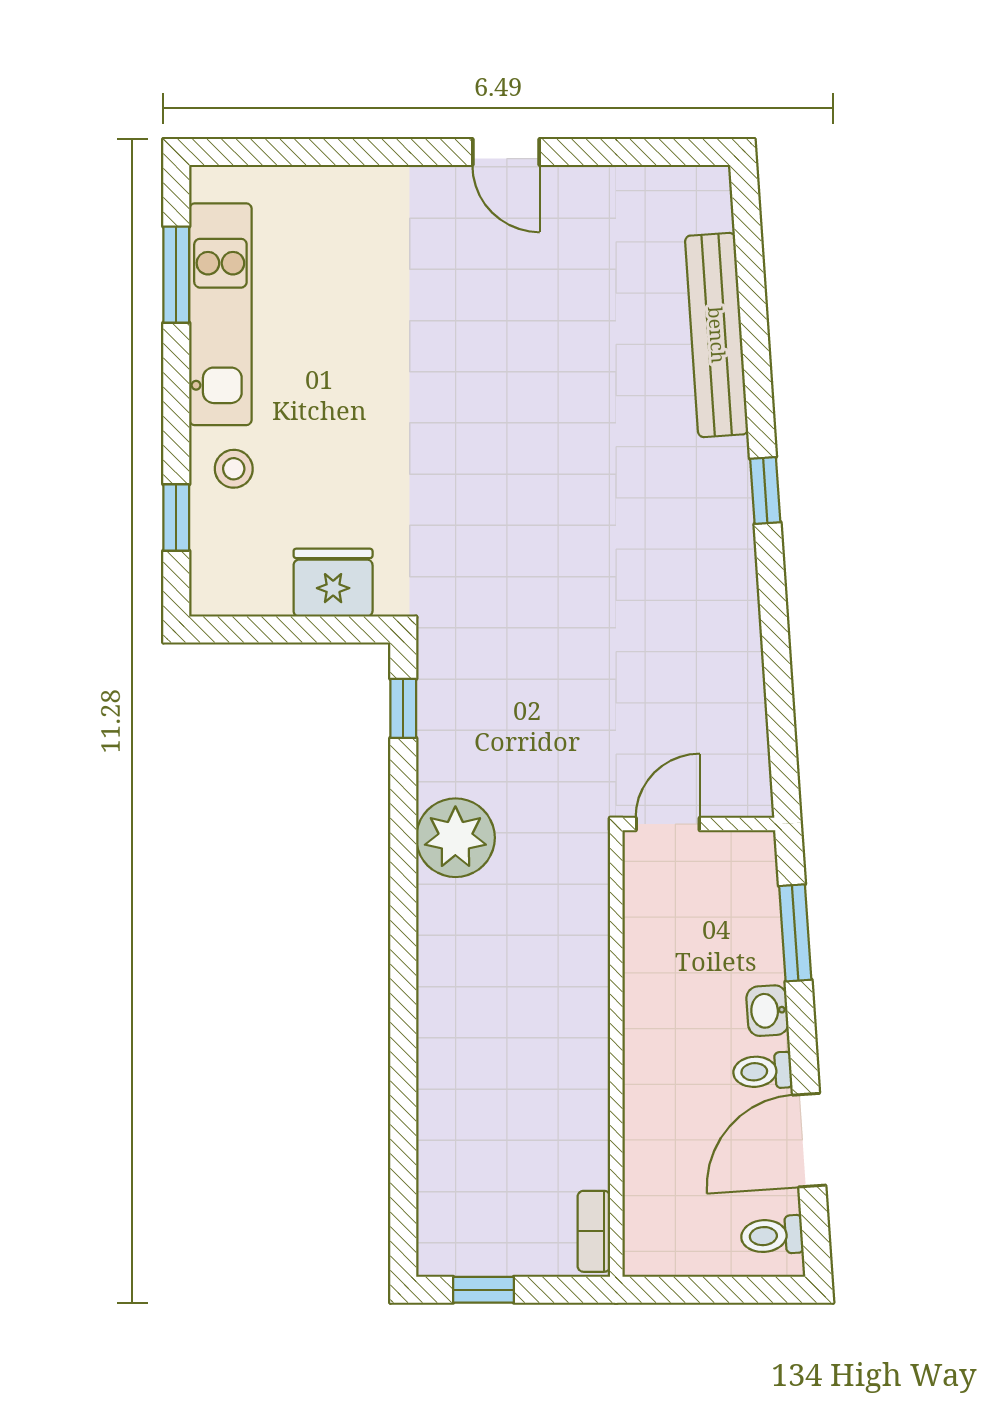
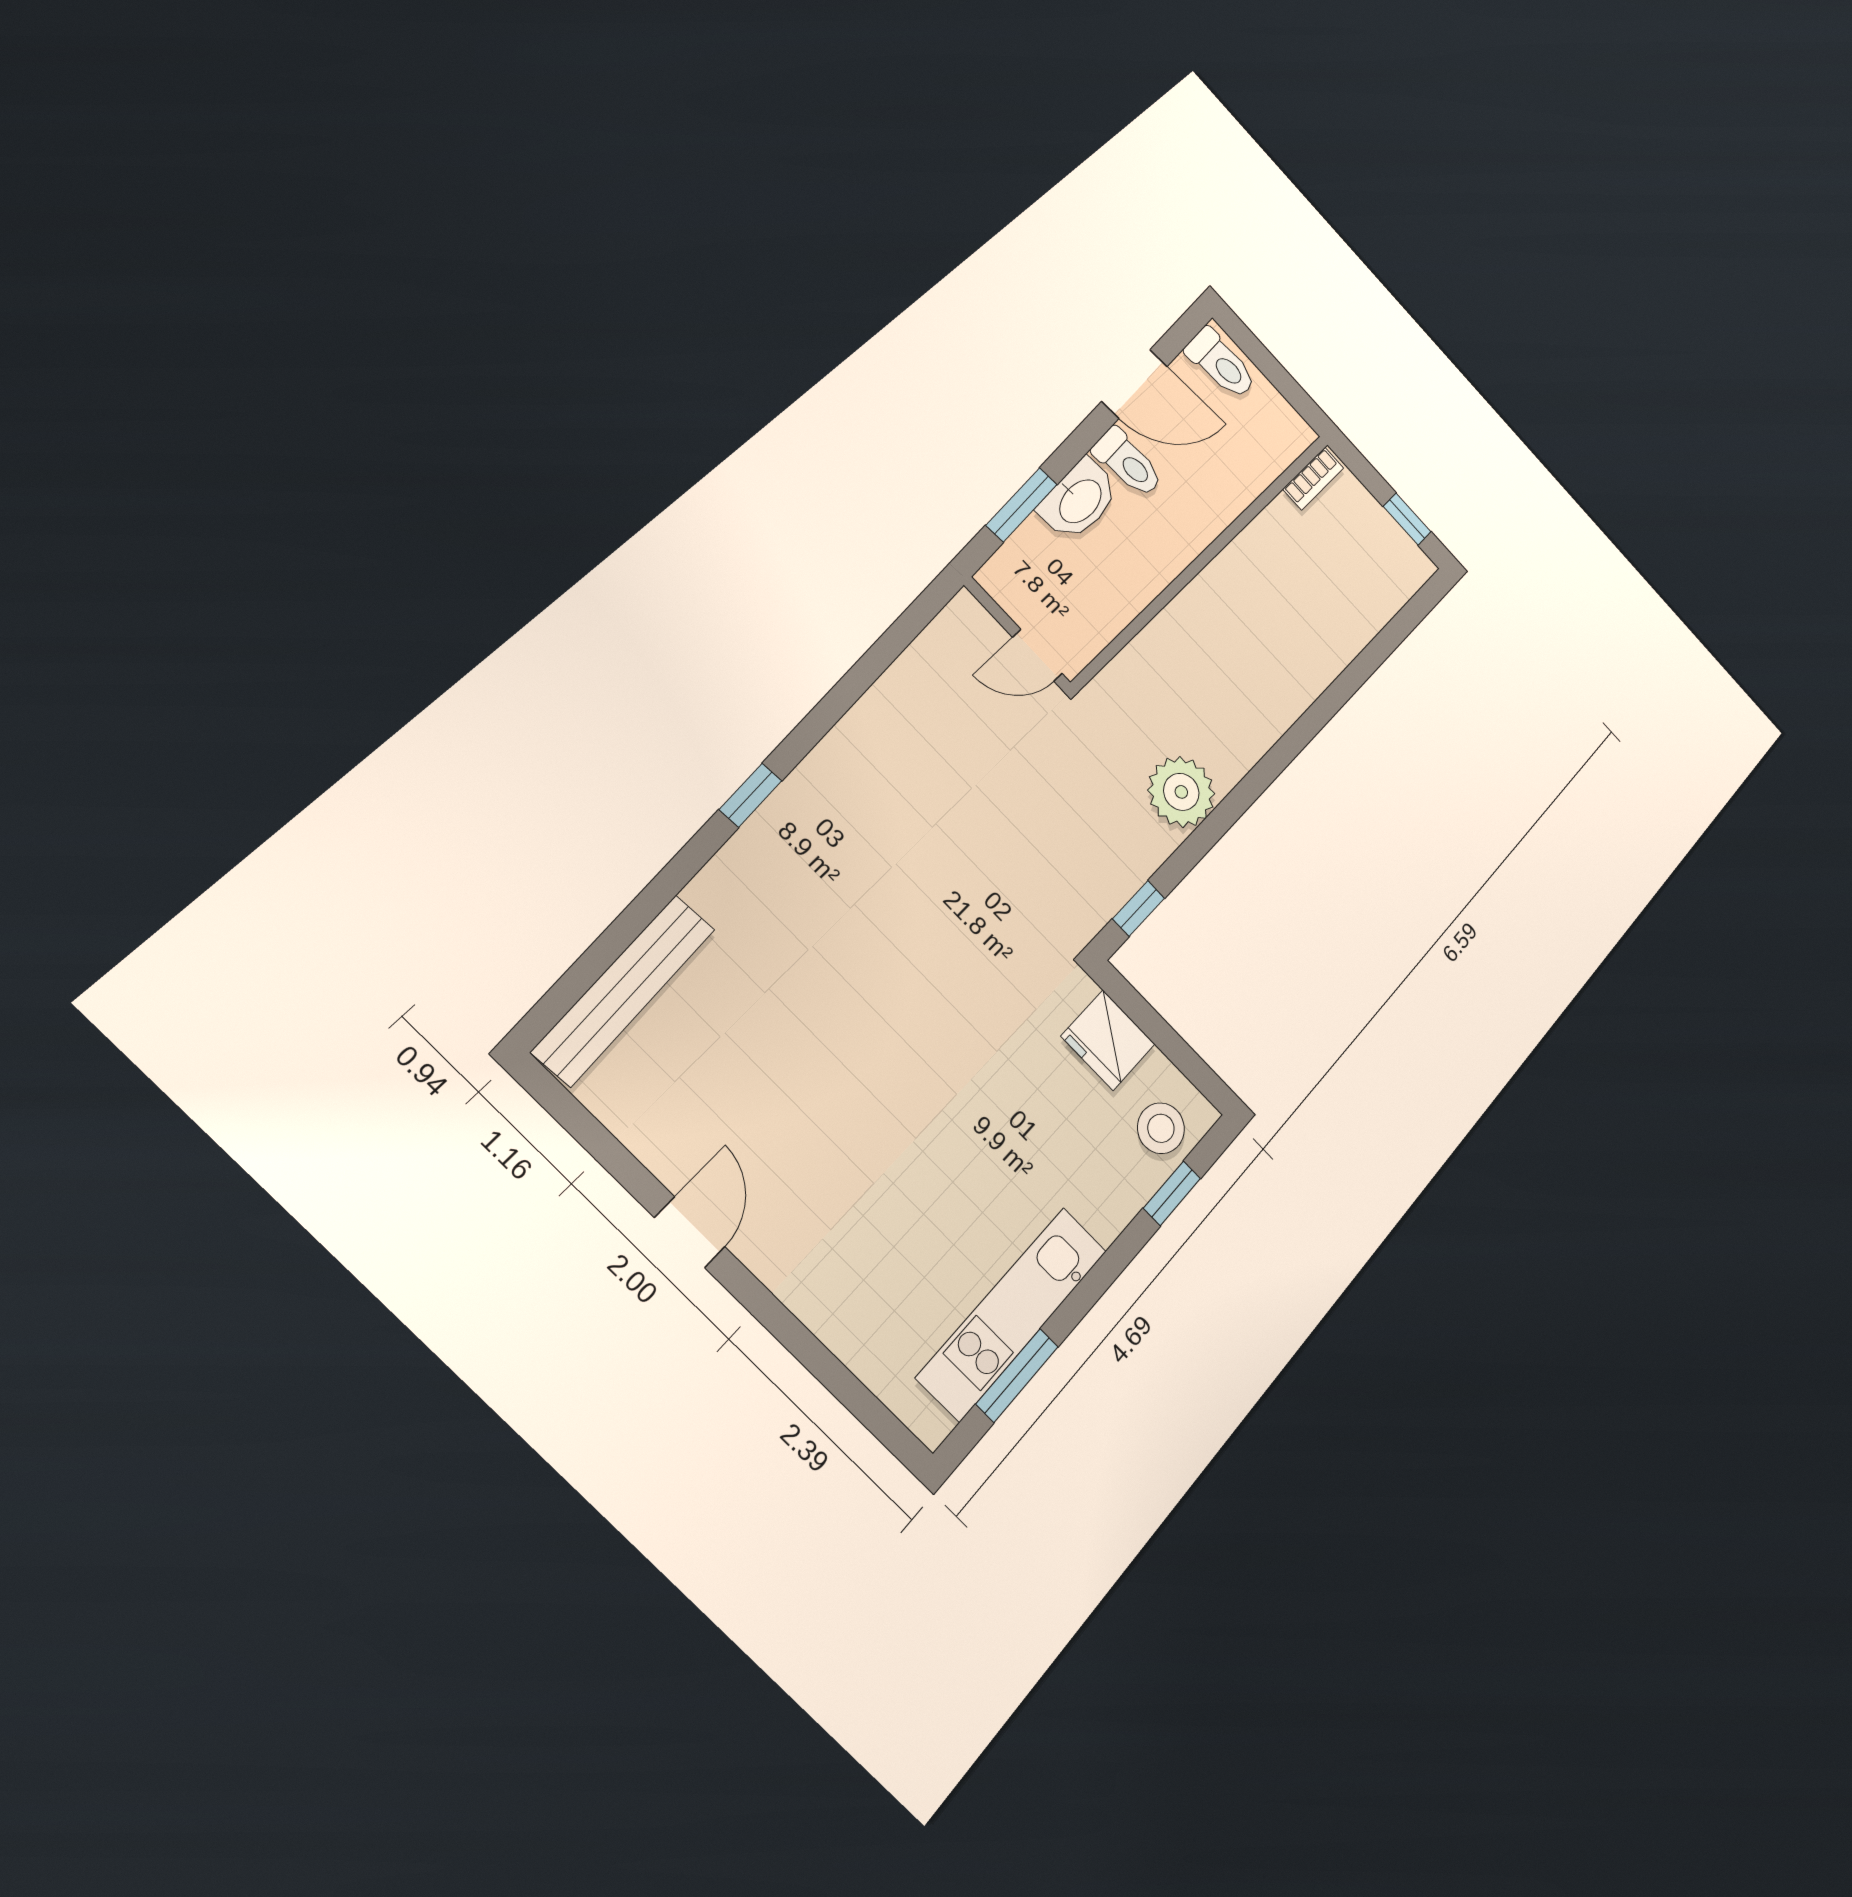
bench: (717, 335) -> (624, 990), moved
stool: (234, 469) -> (1161, 1128), moved, width x1.37, depth x1.37
washbasin: (767, 1011) -> (1079, 500), width x1.91, depth x1.45
toilet: (762, 1071) -> (1128, 462), width x1.37, depth x1.39
toilet: (772, 1236) -> (1221, 364), width x1.37, depth x1.39

